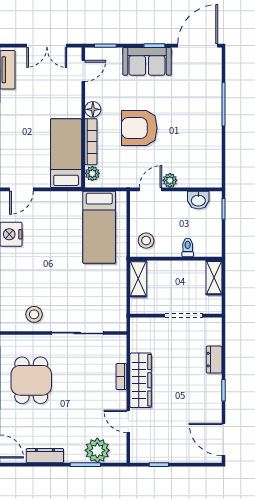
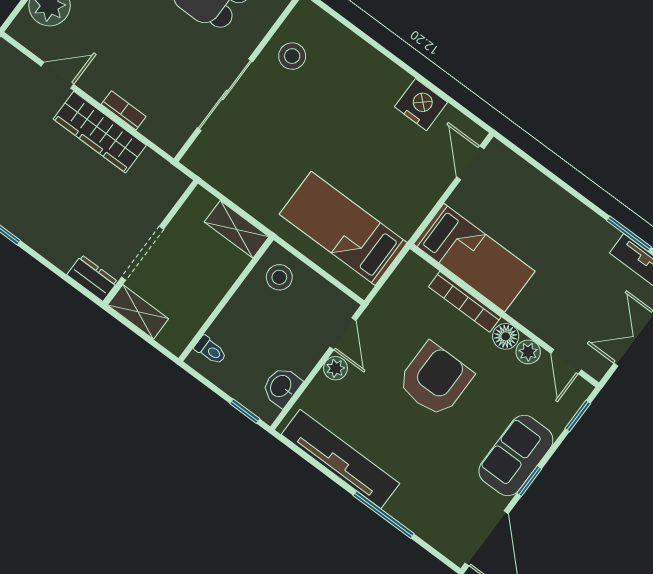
tv unit: (212, 145) -> (340, 459), added
plant: (92, 173) -> (528, 352), moved
toilet: (188, 248) -> (211, 350), moved
shelving: (214, 278) -> (138, 312), moved
dresser: (214, 360) -> (92, 278), moved

